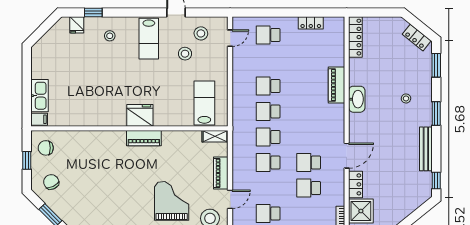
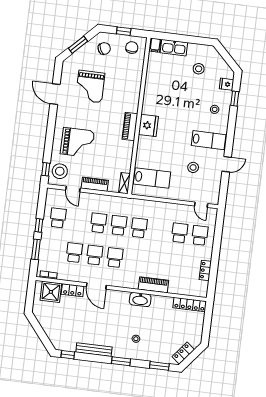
stool: (201, 33) -> (199, 69), moved
lab bench: (149, 39) -> (209, 140), turned 180
school desk: (268, 86) -> (180, 233), moved
school desk: (309, 137) -> (115, 258), added
grand piano: (100, 194) -> (90, 86), added

